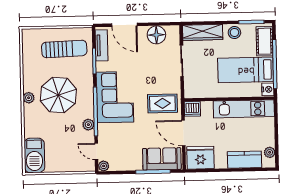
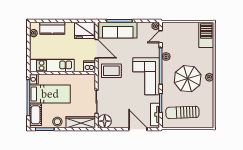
floor lamp: (156, 35) -> (105, 121), moved
door: (96, 151) -> (161, 37), swing flipped
sofa: (162, 159) -> (118, 30), width x1.36

